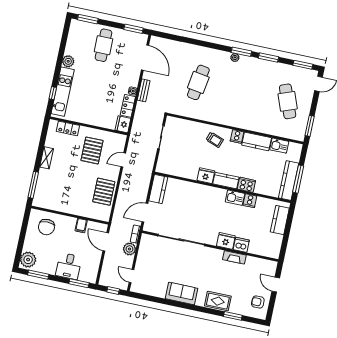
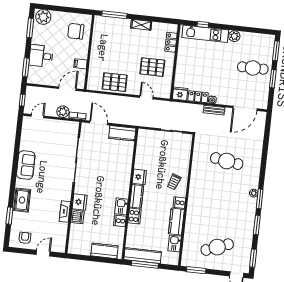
window: (133, 29) -> (273, 79), moved

